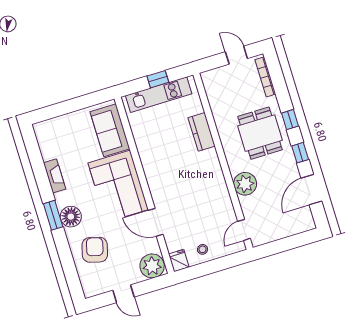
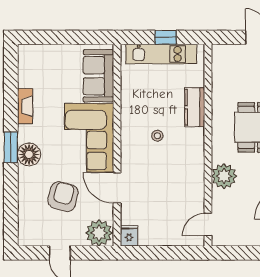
stool: (203, 249) -> (157, 136), moved
armchair: (95, 250) -> (63, 197), moved

